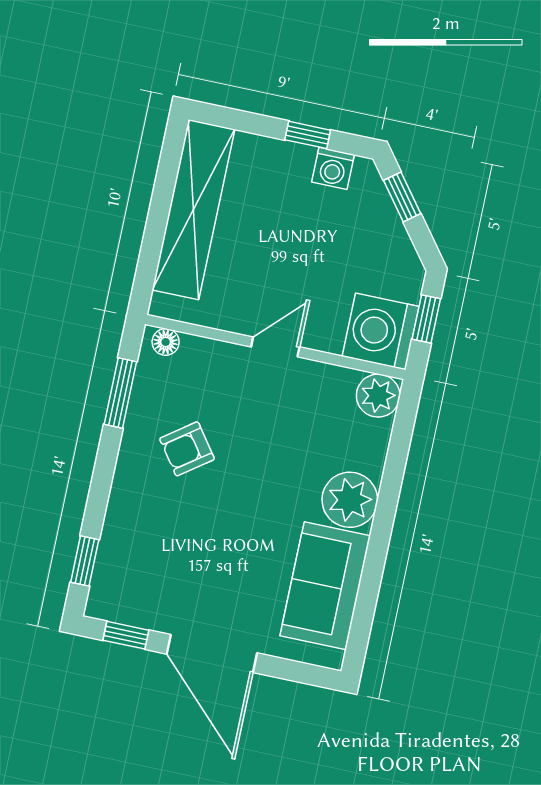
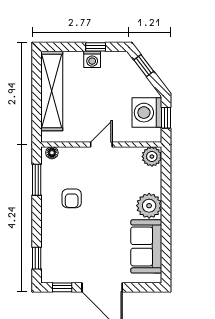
washing machine: (333, 168) -> (92, 59), moved
washing machine: (381, 331) -> (147, 113), moved
armchair: (187, 449) -> (72, 198), turned -54

